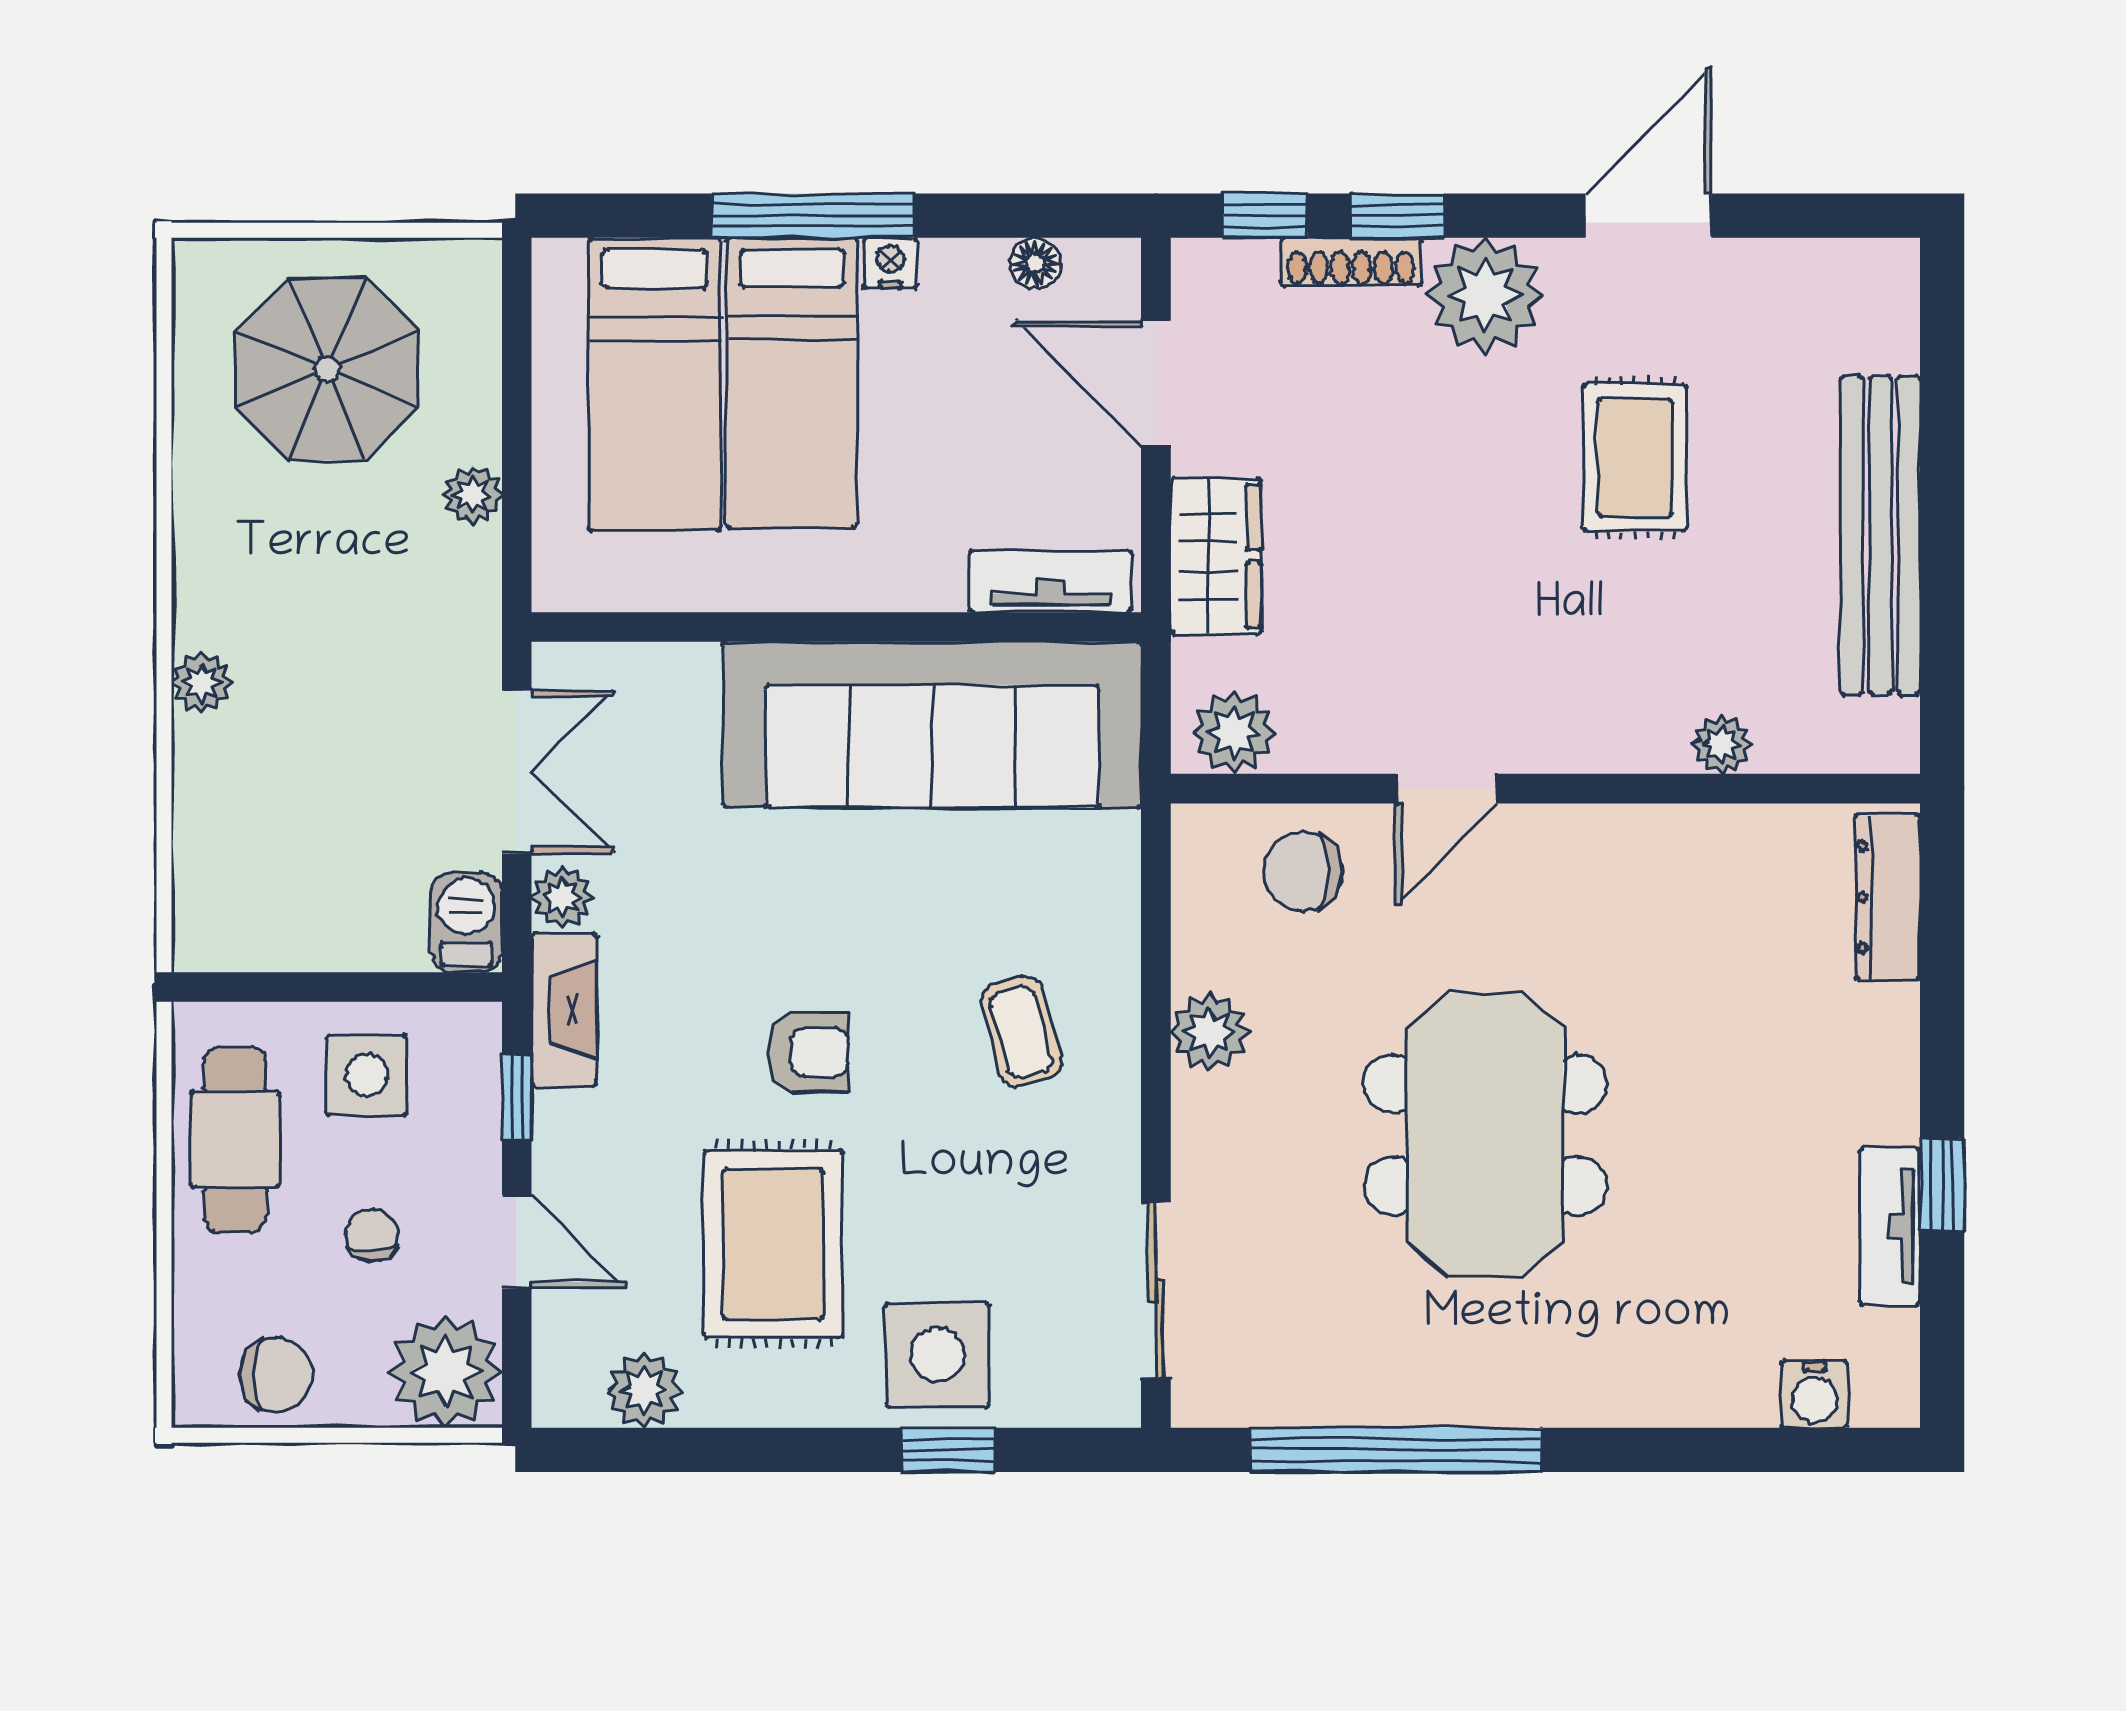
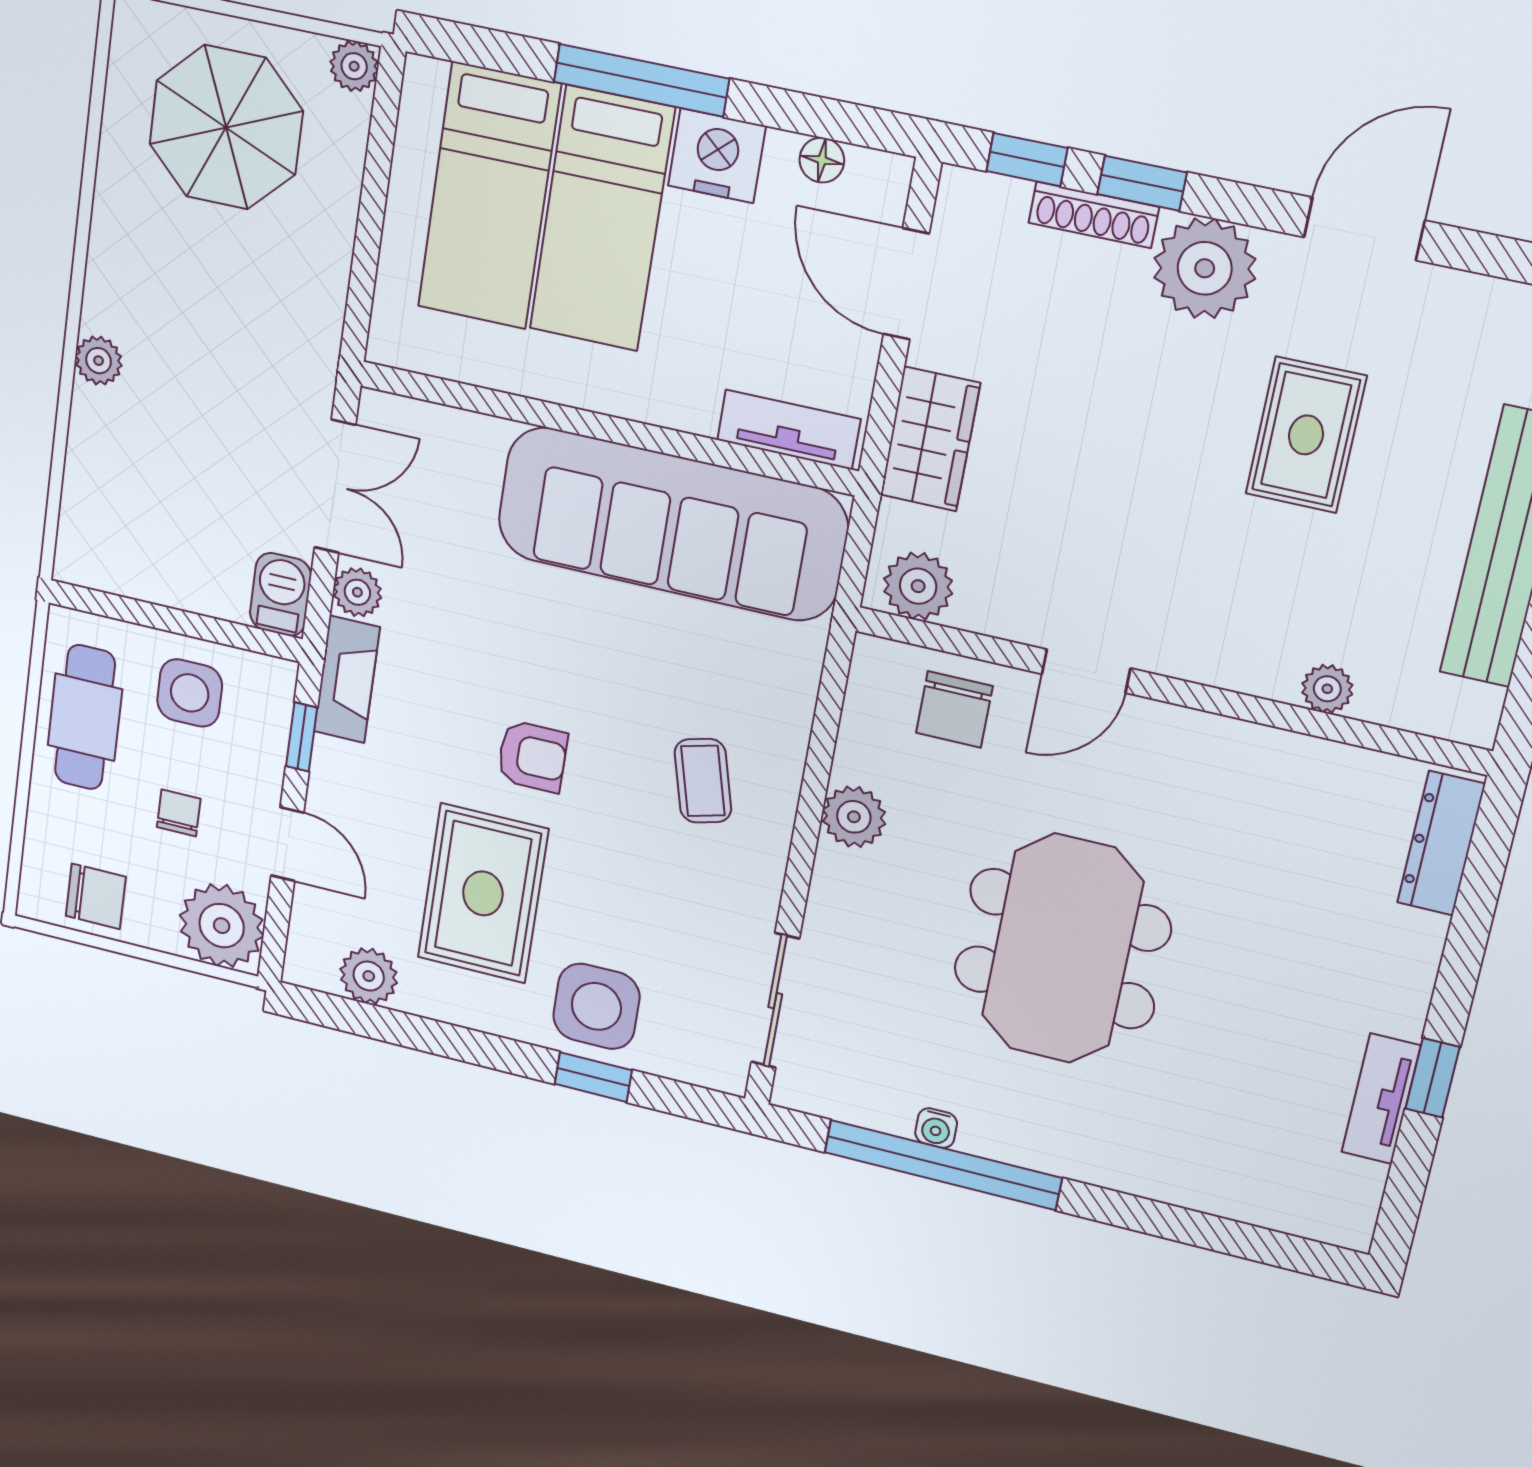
nightstand: (890, 263) -> (717, 156), width x1.89, depth x1.79
plant: (473, 495) -> (354, 66), moved
chair: (1303, 871) -> (954, 709), turned -90
water cooler: (1815, 1395) -> (936, 1128), moved, width x0.72, depth x0.72

